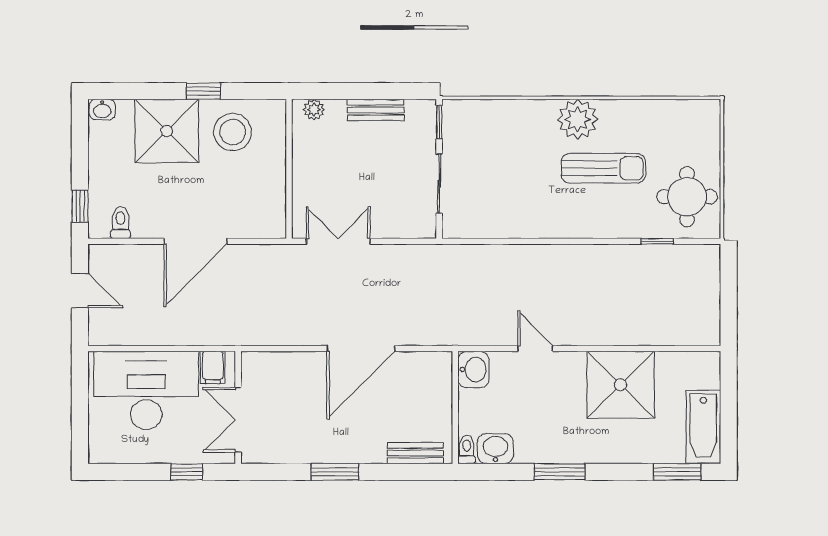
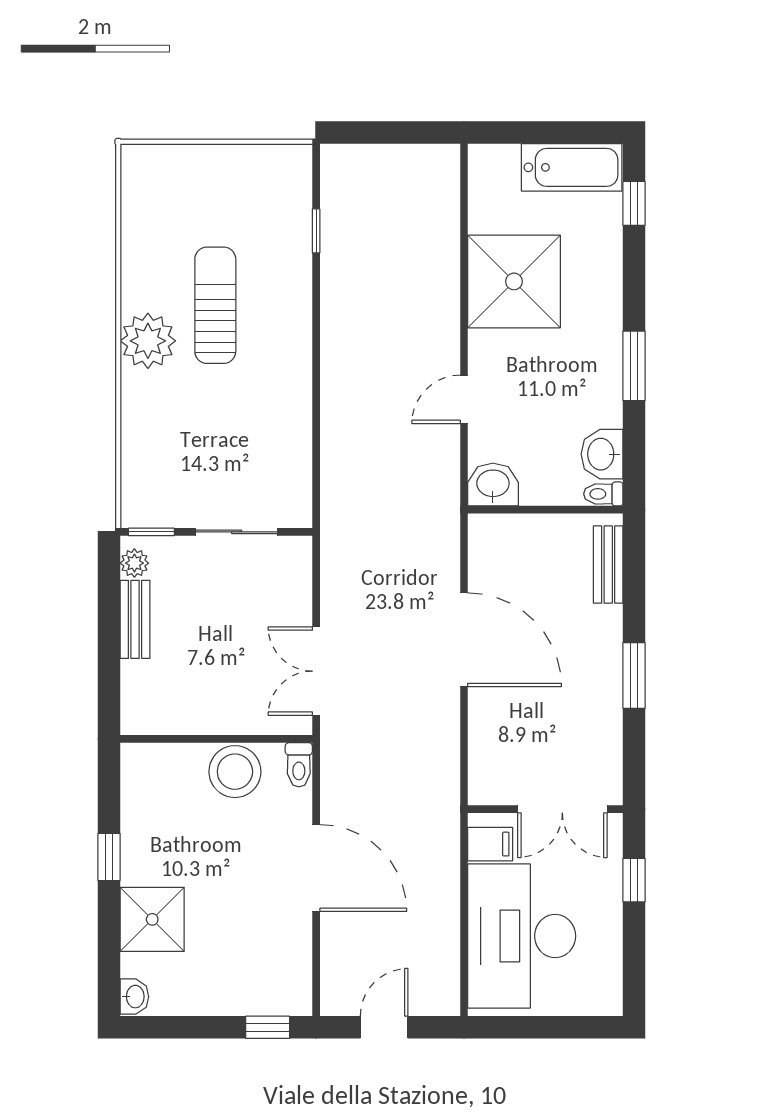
plant: (314, 110) -> (134, 563), moved
shower: (167, 131) -> (152, 919), width x0.73, depth x0.73
stool: (233, 132) -> (235, 772), moved
round table: (687, 197) -> (255, 190), removed
toilet: (120, 223) -> (299, 765), moved, turned -90
window: (677, 472) -> (634, 203), width x0.67

